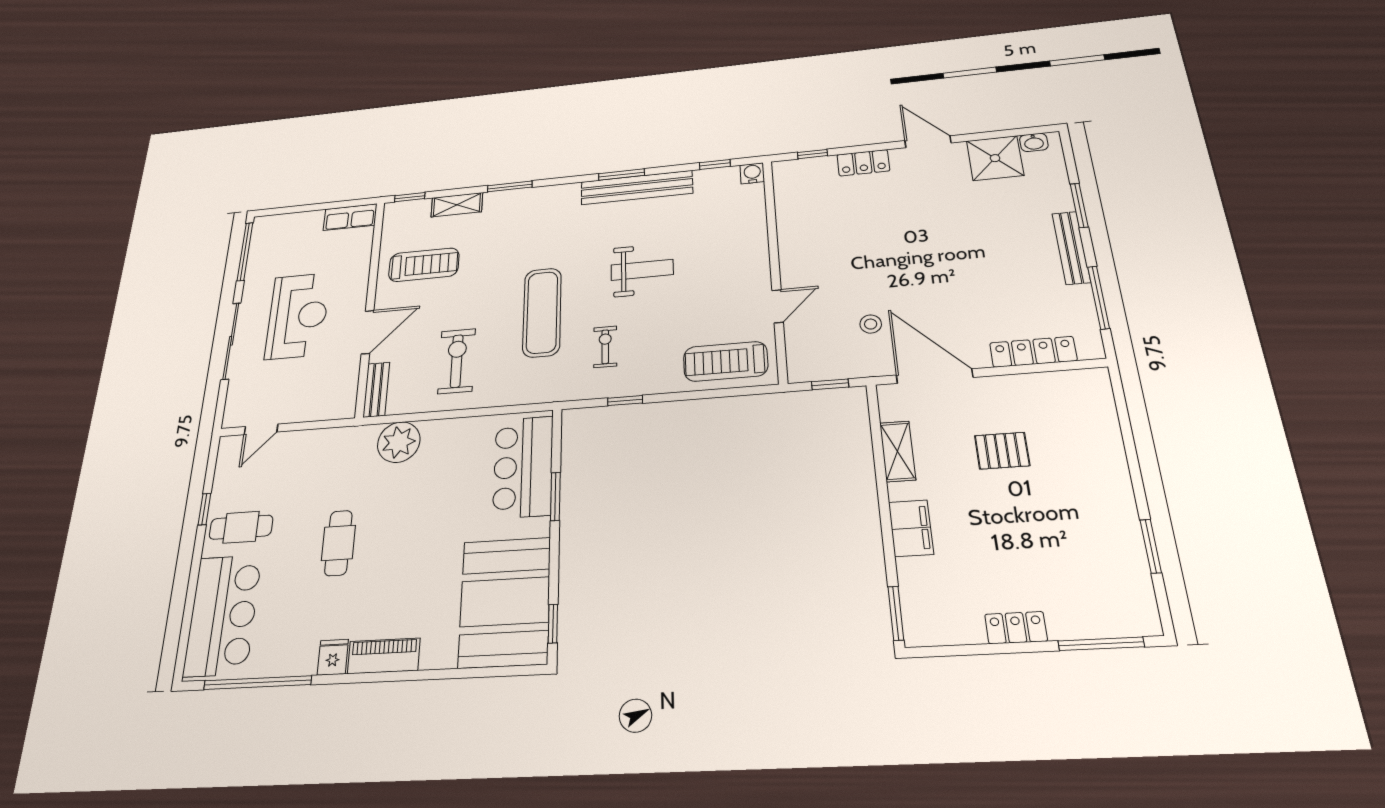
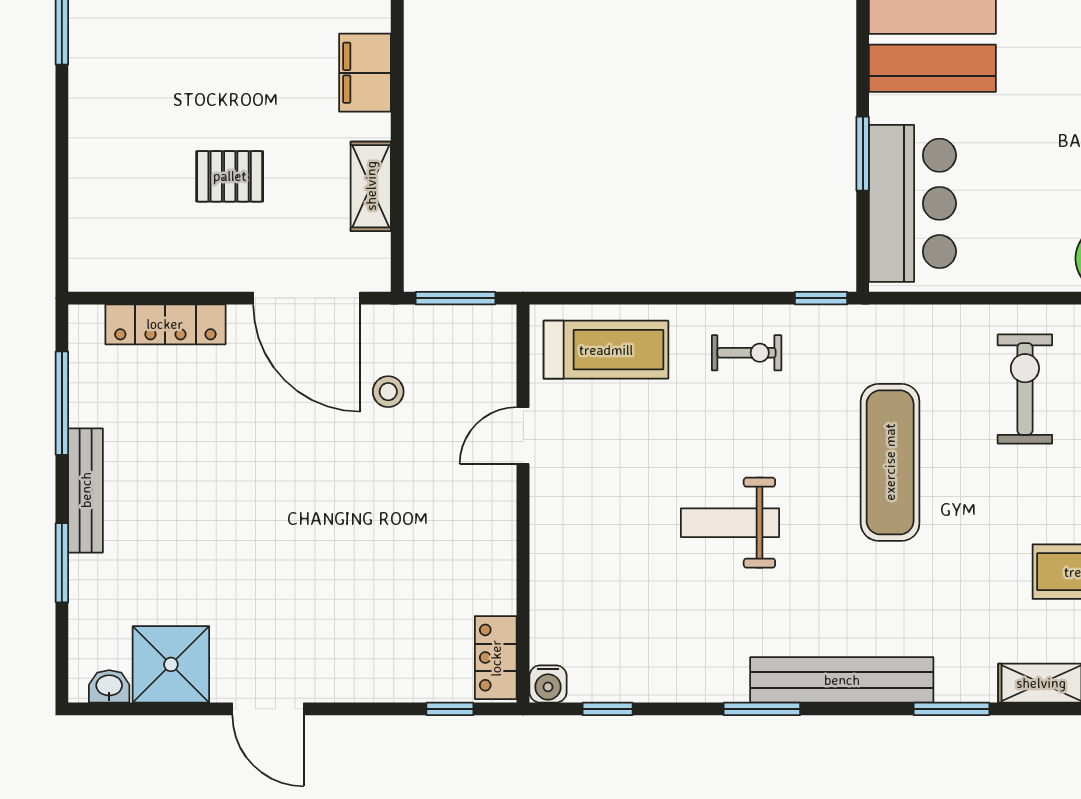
locker: (863, 163) -> (496, 658), moved, turned -90
bench: (637, 188) -> (842, 680), moved
exercise bike: (605, 347) -> (747, 353), moved, turned -90
exercise bike: (457, 361) -> (1025, 389), turned 180
window: (830, 384) -> (455, 298), width x1.50
window: (625, 401) -> (821, 298), moved

